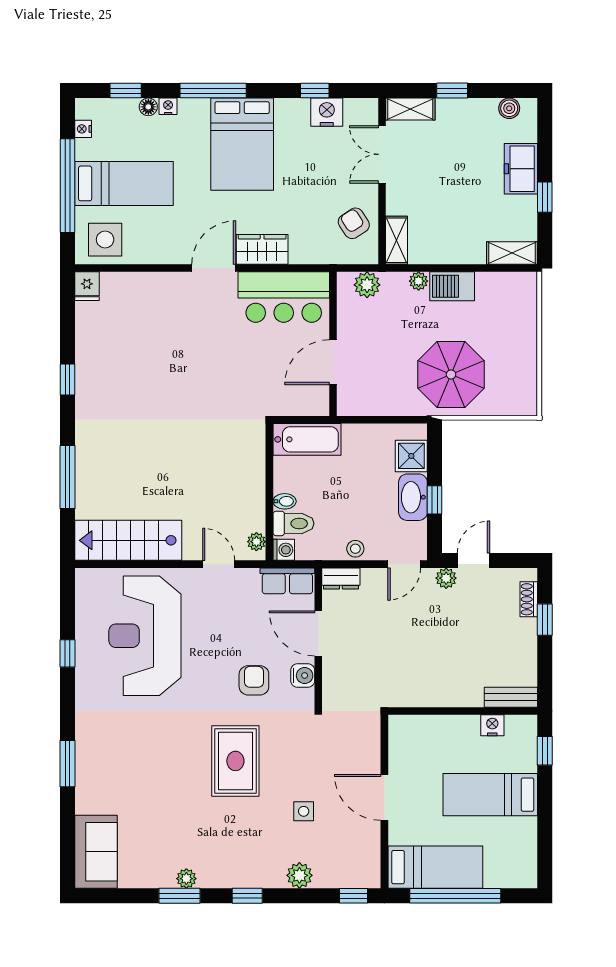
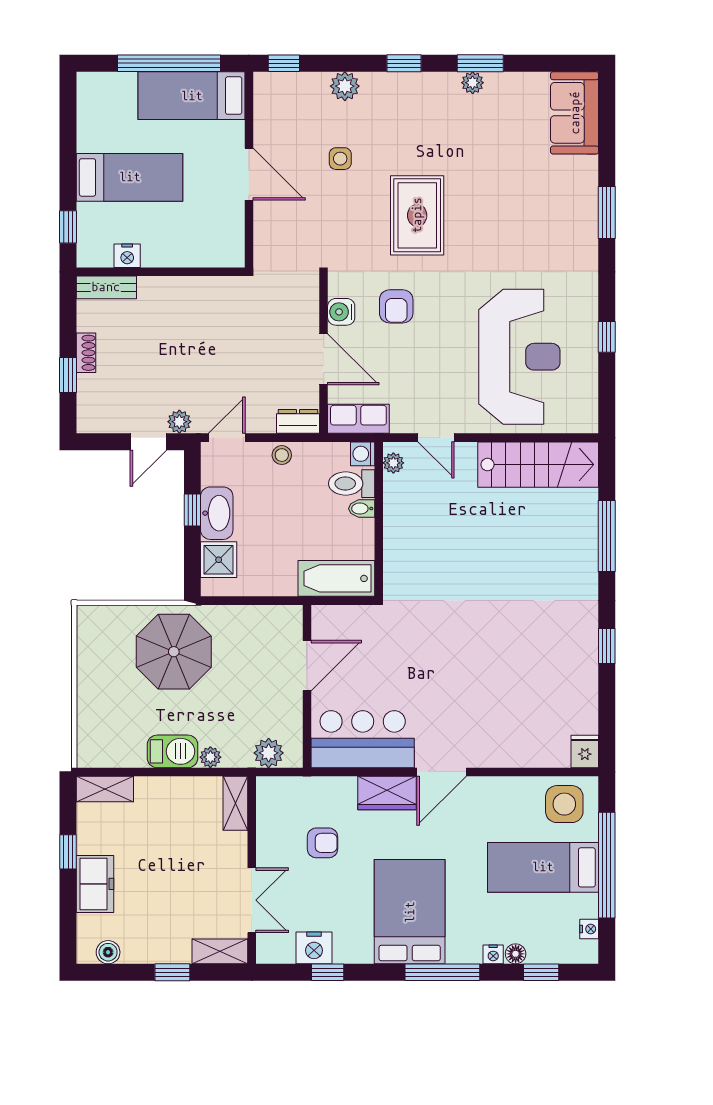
armchair: (354, 223) -> (322, 843), moved, turned -57
shoe rack: (529, 599) -> (86, 353), moved

